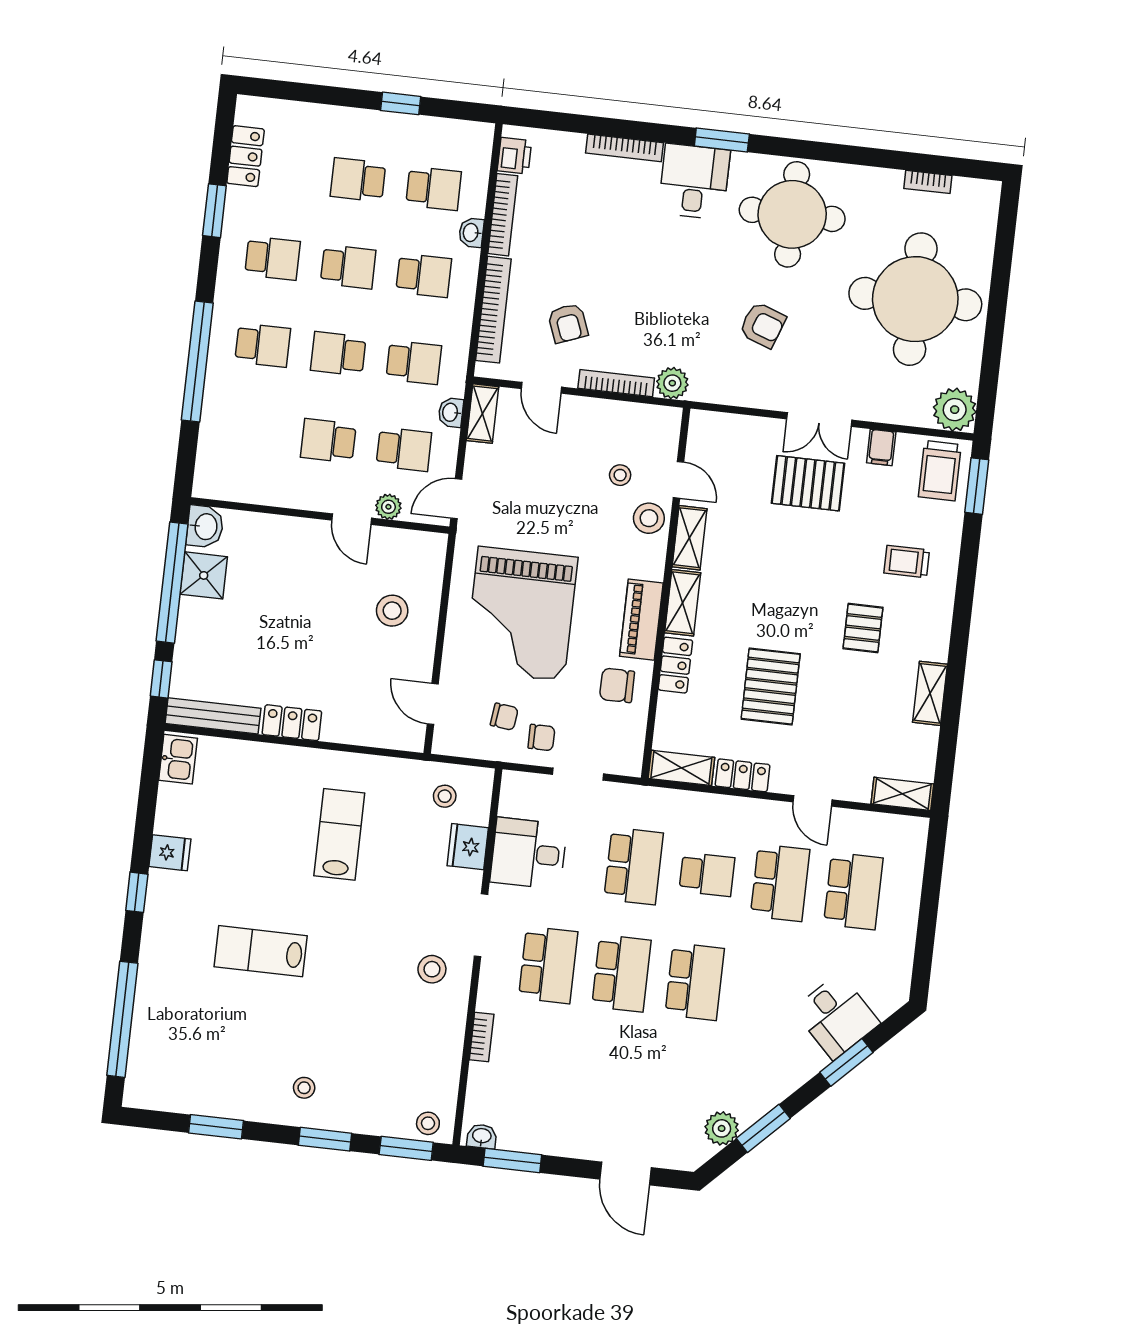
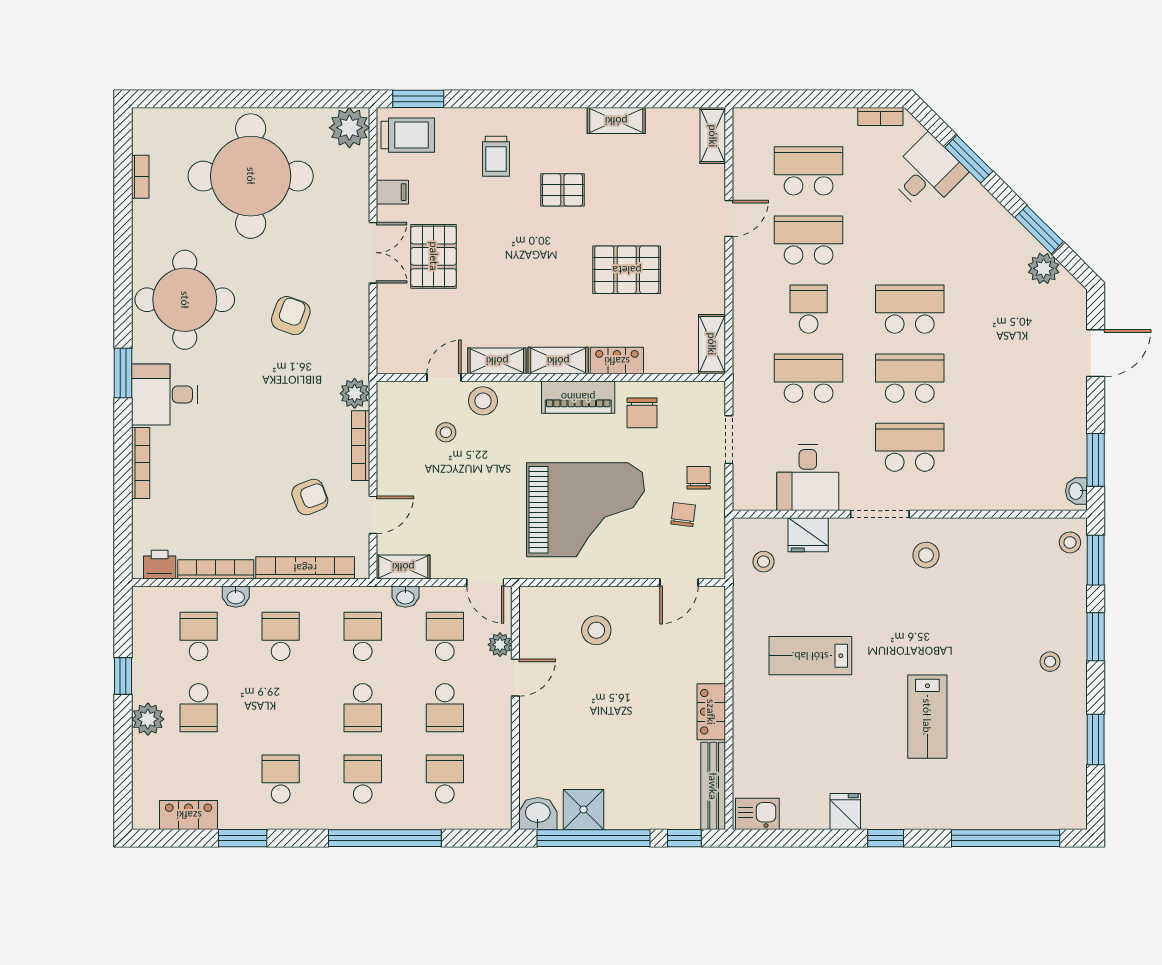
plant: (352, 125) -> (148, 719), added
school desk: (348, 267) -> (445, 779), moved
locker: (743, 775) -> (712, 286), removed
bookcase: (482, 1037) -> (880, 116), moved, turned 180

